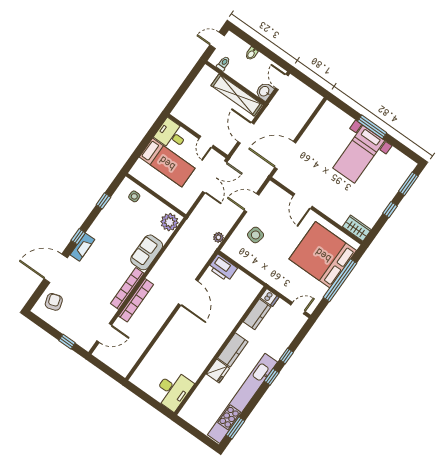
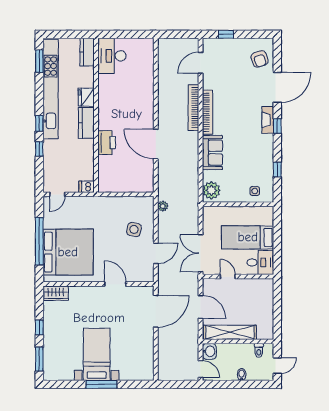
printer: (223, 268) -> (107, 143), moved, turned 90
kitchen counter: (257, 314) -> (87, 52), moved

